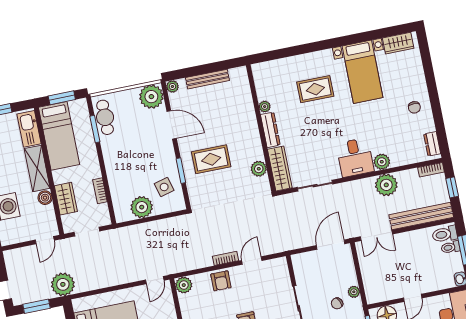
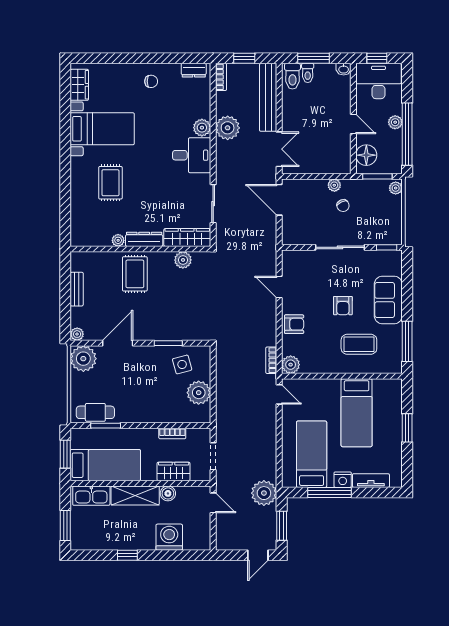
bench: (207, 79) -> (77, 289), width x0.73
rug: (211, 159) -> (135, 274), moved
bookcase: (225, 258) -> (271, 360), moved

